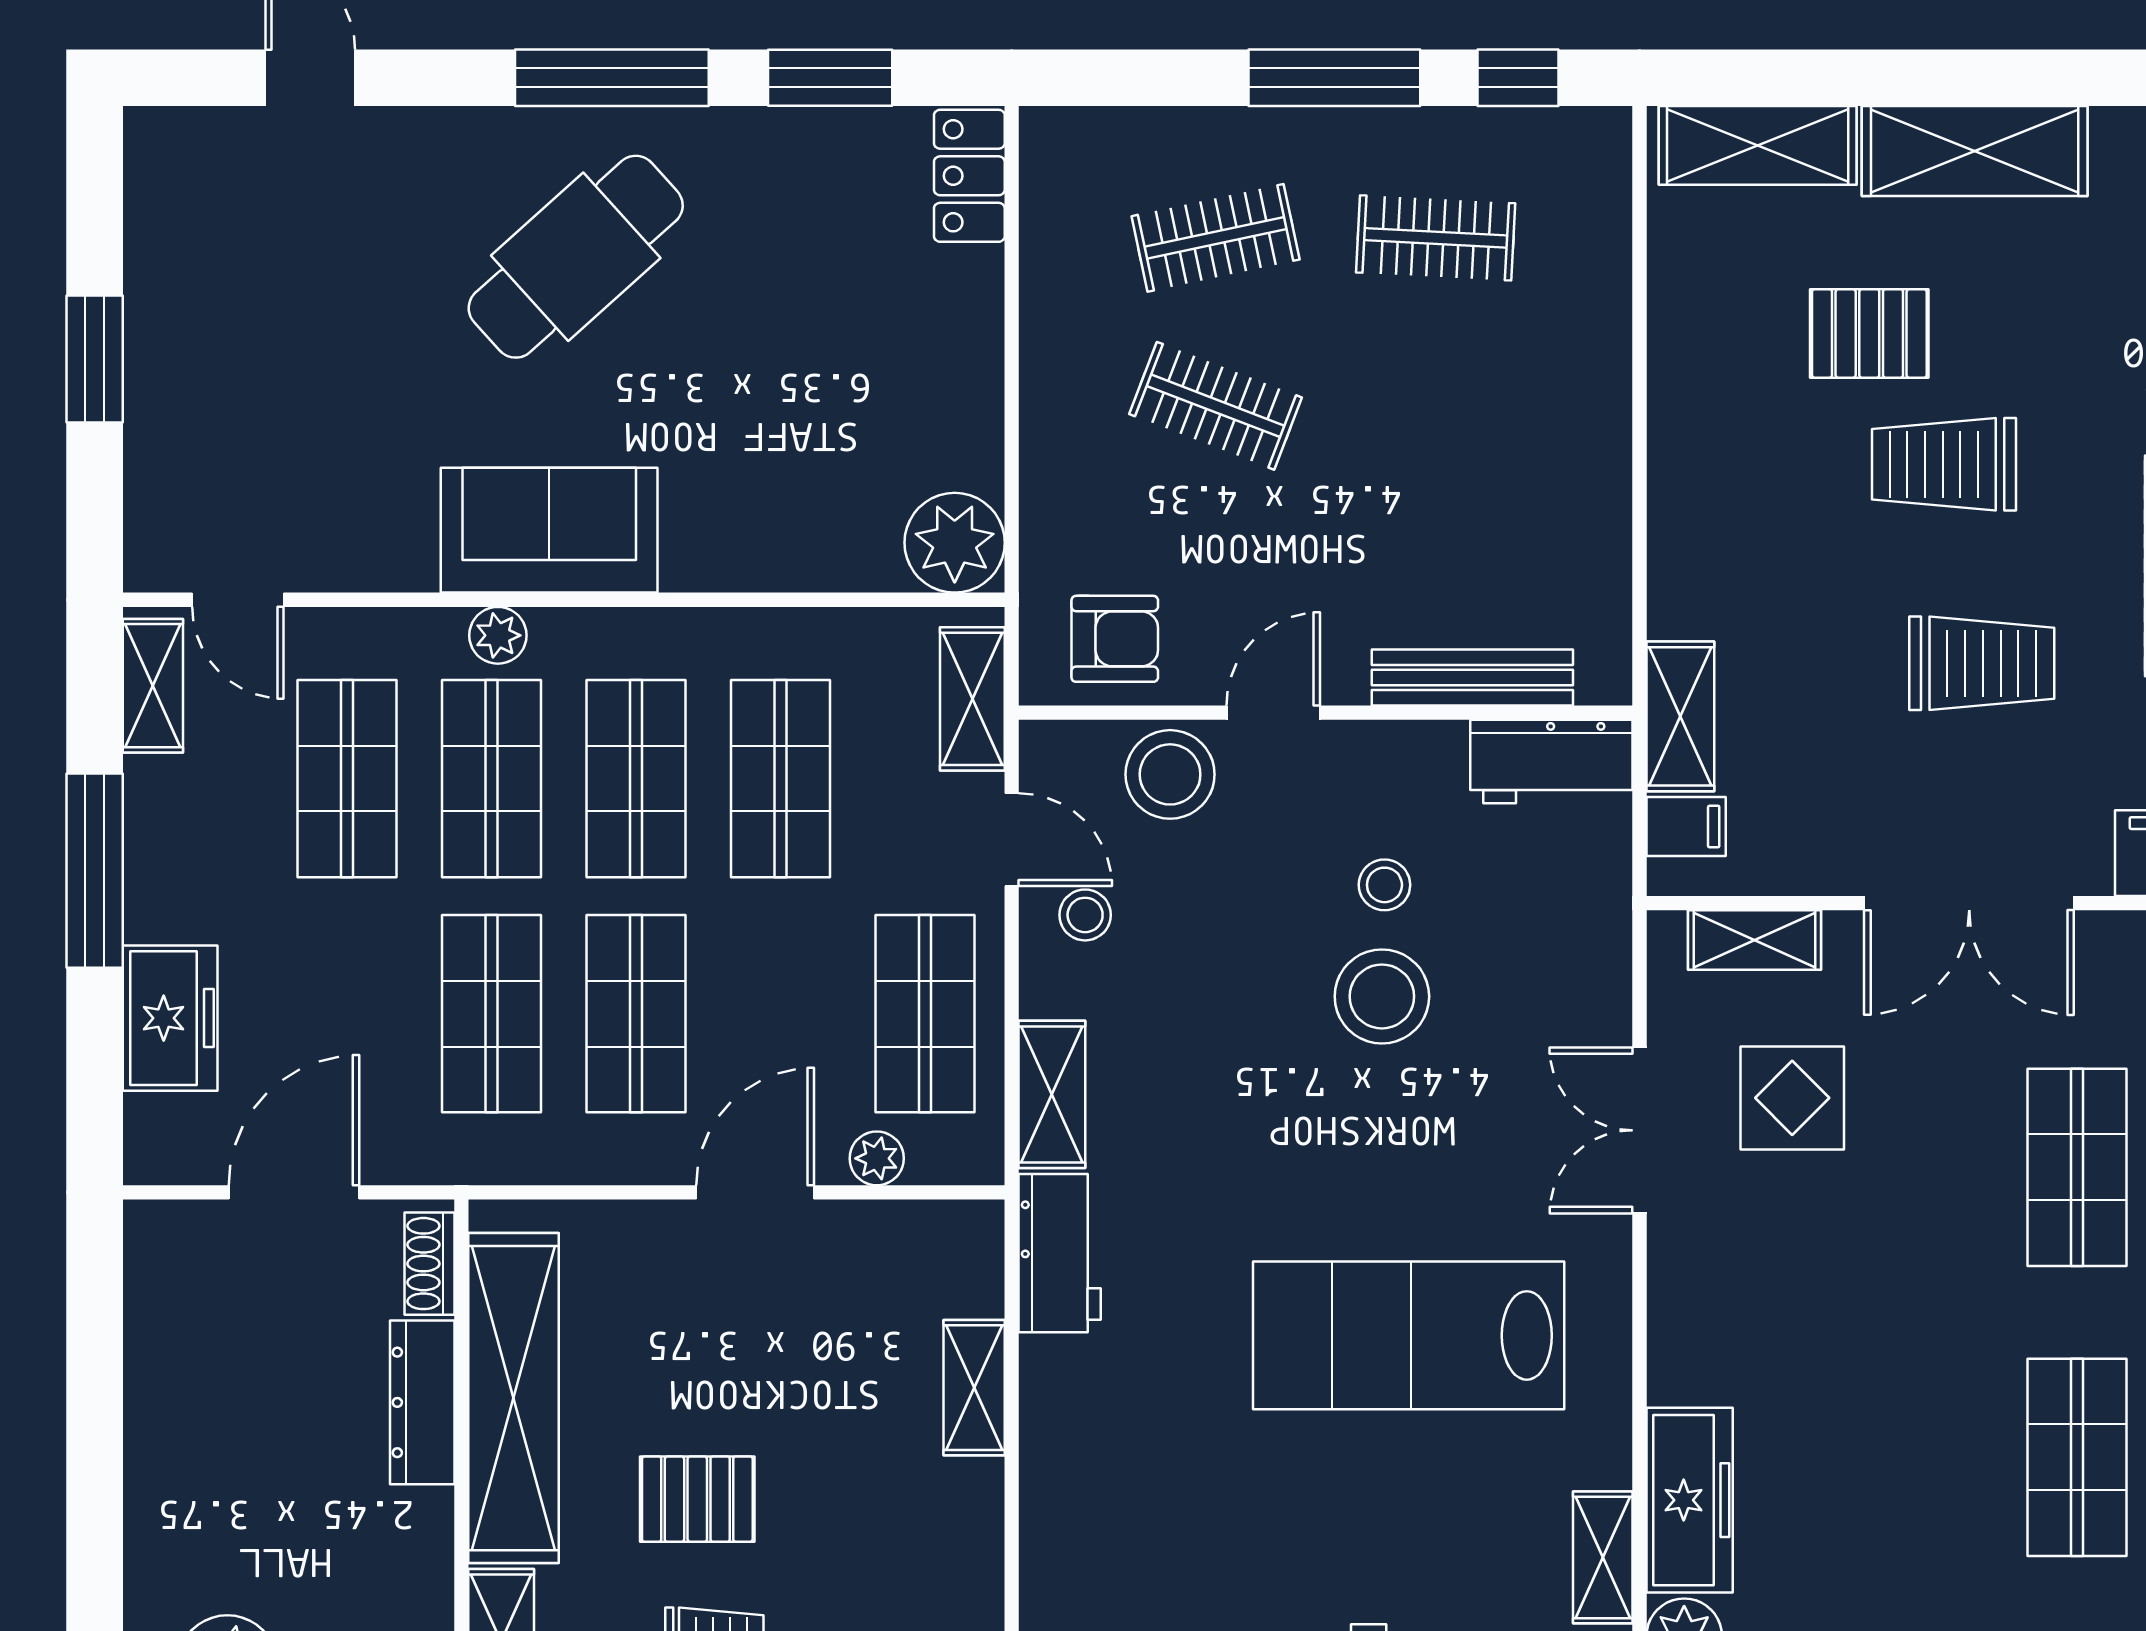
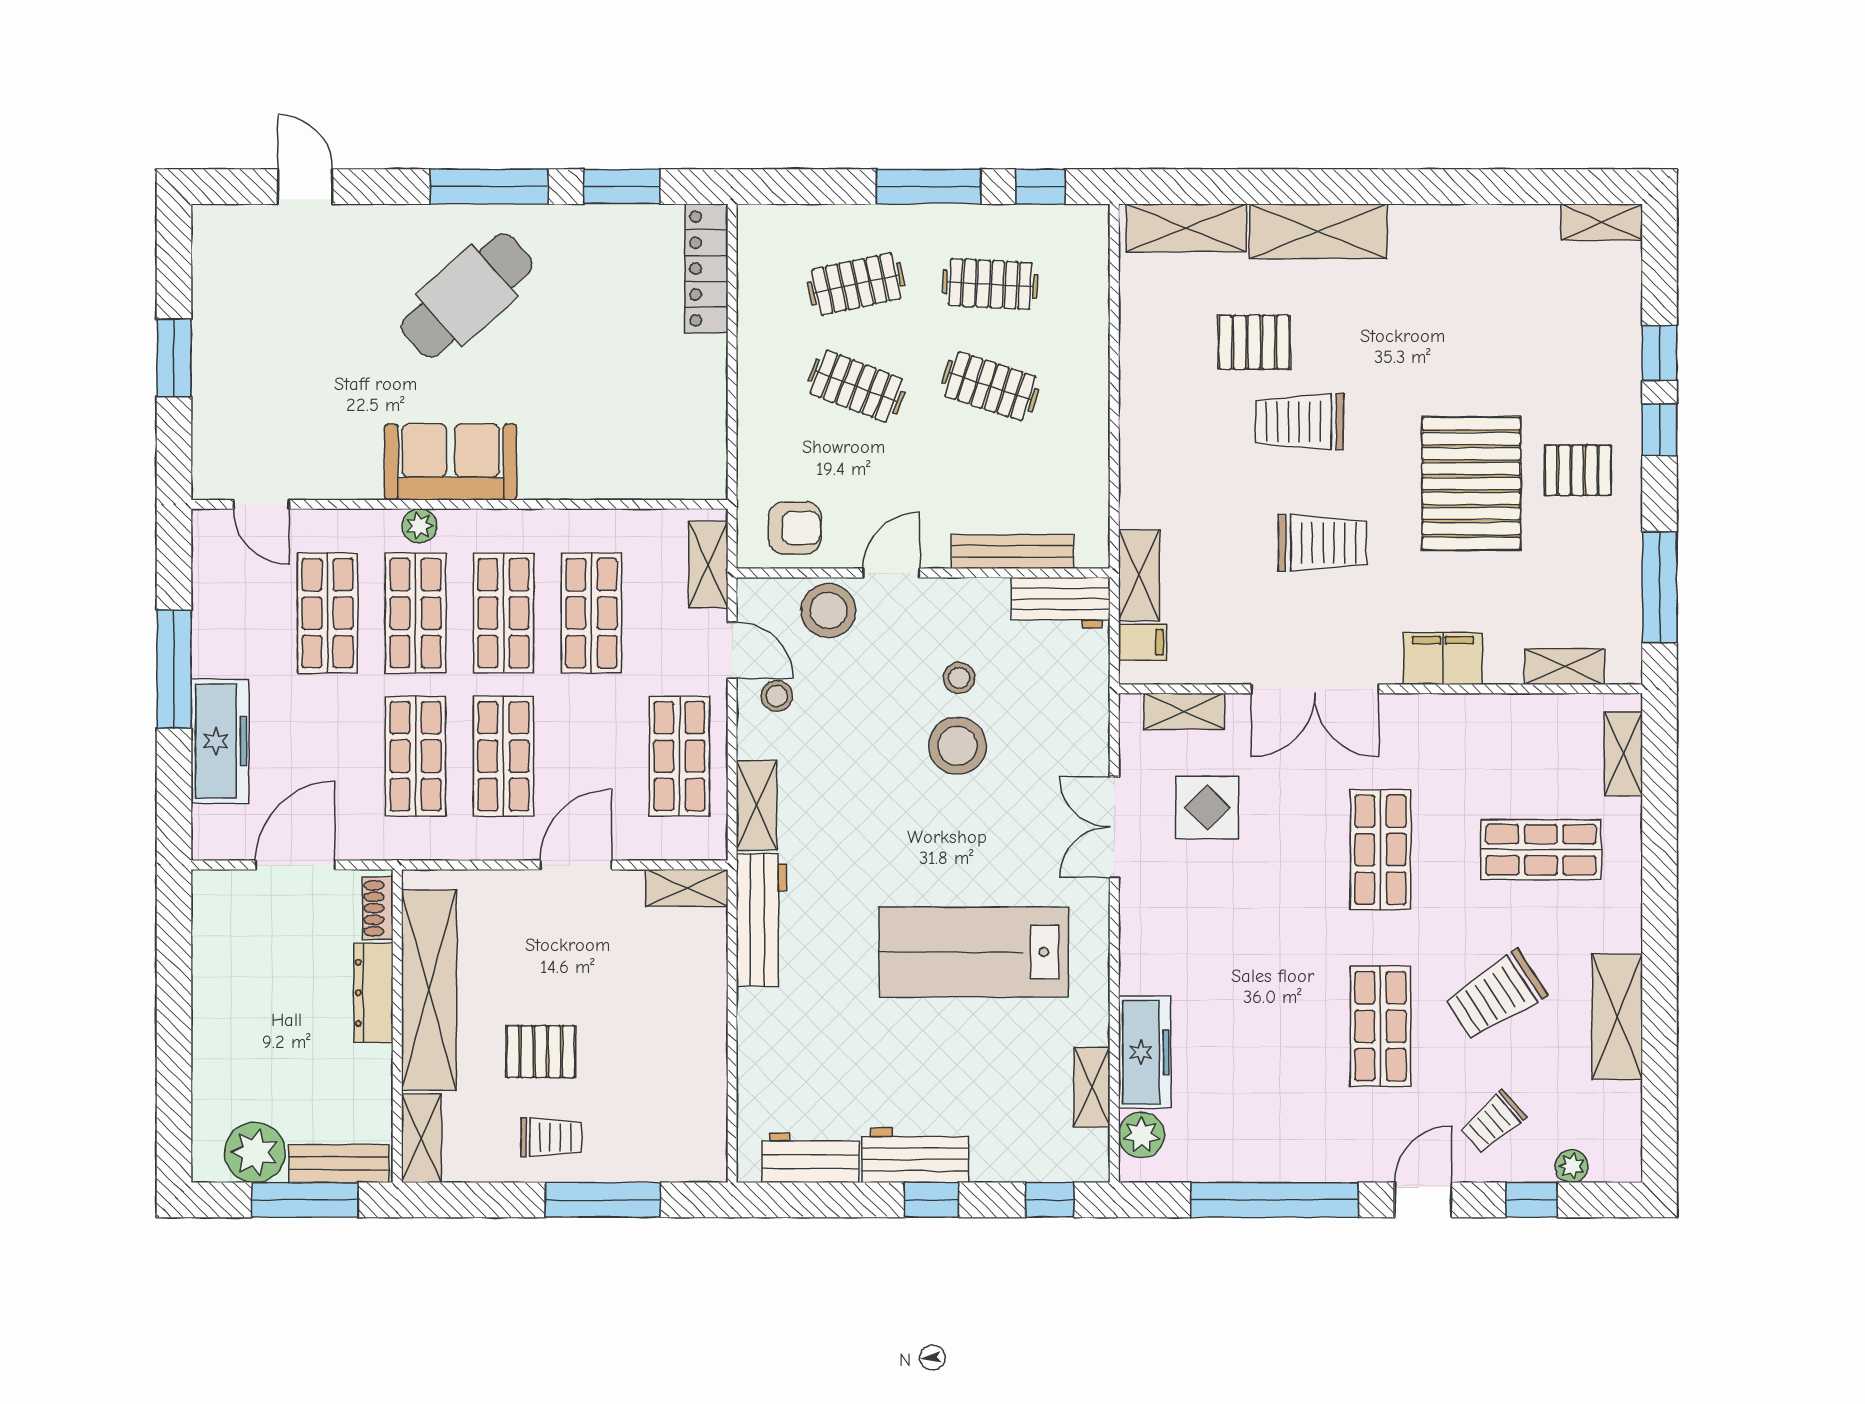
locker: (969, 176) -> (706, 269), width x1.53
clothes rail: (1436, 406) -> (990, 386), added
plant: (955, 543) -> (697, 470), removed
shelving: (153, 686) -> (209, 557), removed
freezer: (170, 1018) -> (220, 741), width x1.40
plant: (877, 1158) -> (650, 844), removed
workbench: (1060, 1253) -> (761, 920), width x1.38
shelving: (974, 1388) -> (687, 888), moved, turned 90

